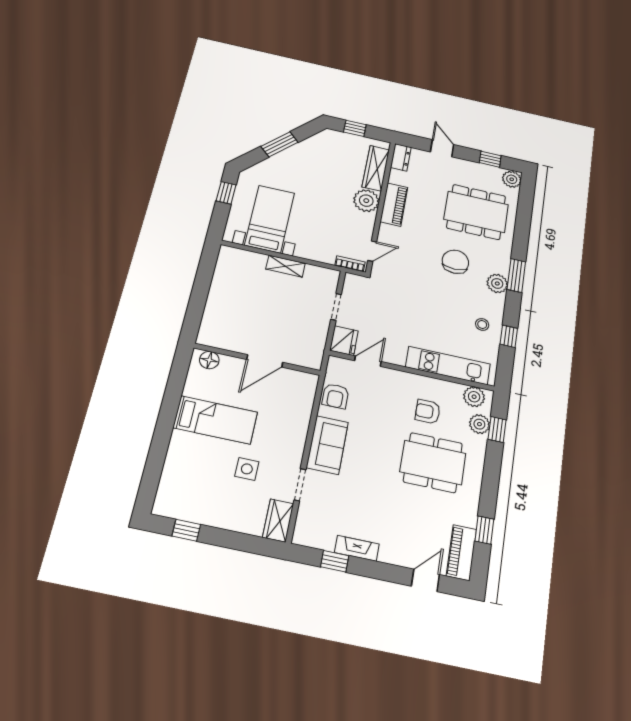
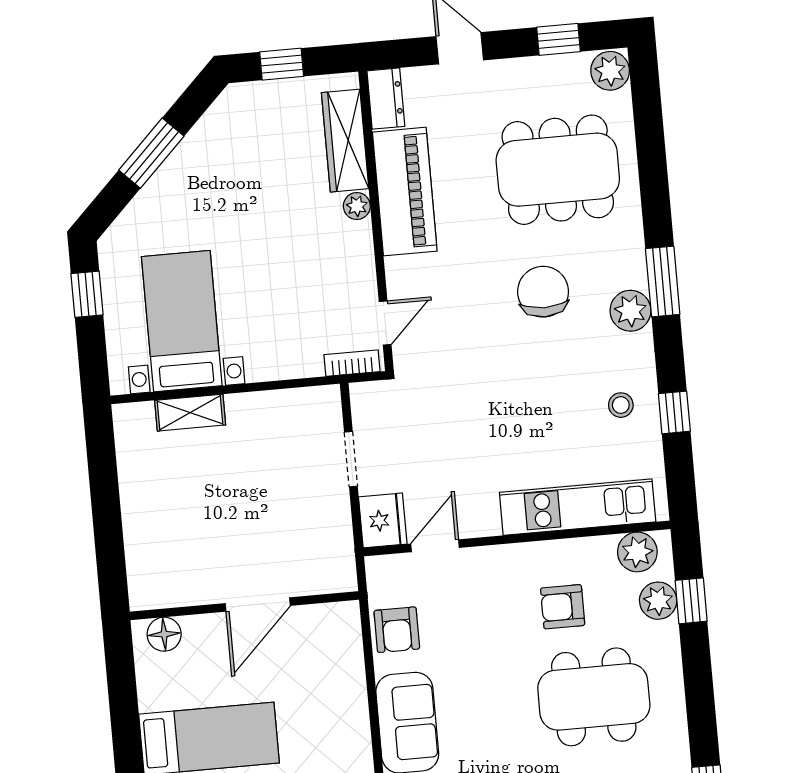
plant: (366, 201) -> (357, 206), width x0.53, depth x0.53
piano: (394, 205) -> (405, 192), width x1.37, depth x1.33
shelving: (286, 266) -> (190, 413), moved

